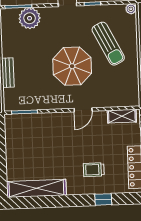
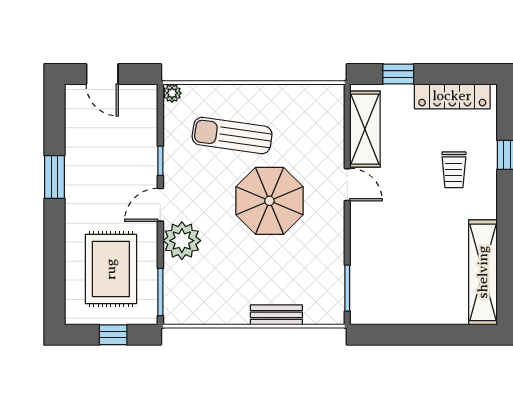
plant: (30, 18) -> (182, 241), moved
sun lounger: (108, 44) -> (232, 136), turned -145
shelving: (122, 116) -> (365, 129), width x1.50, depth x1.33

